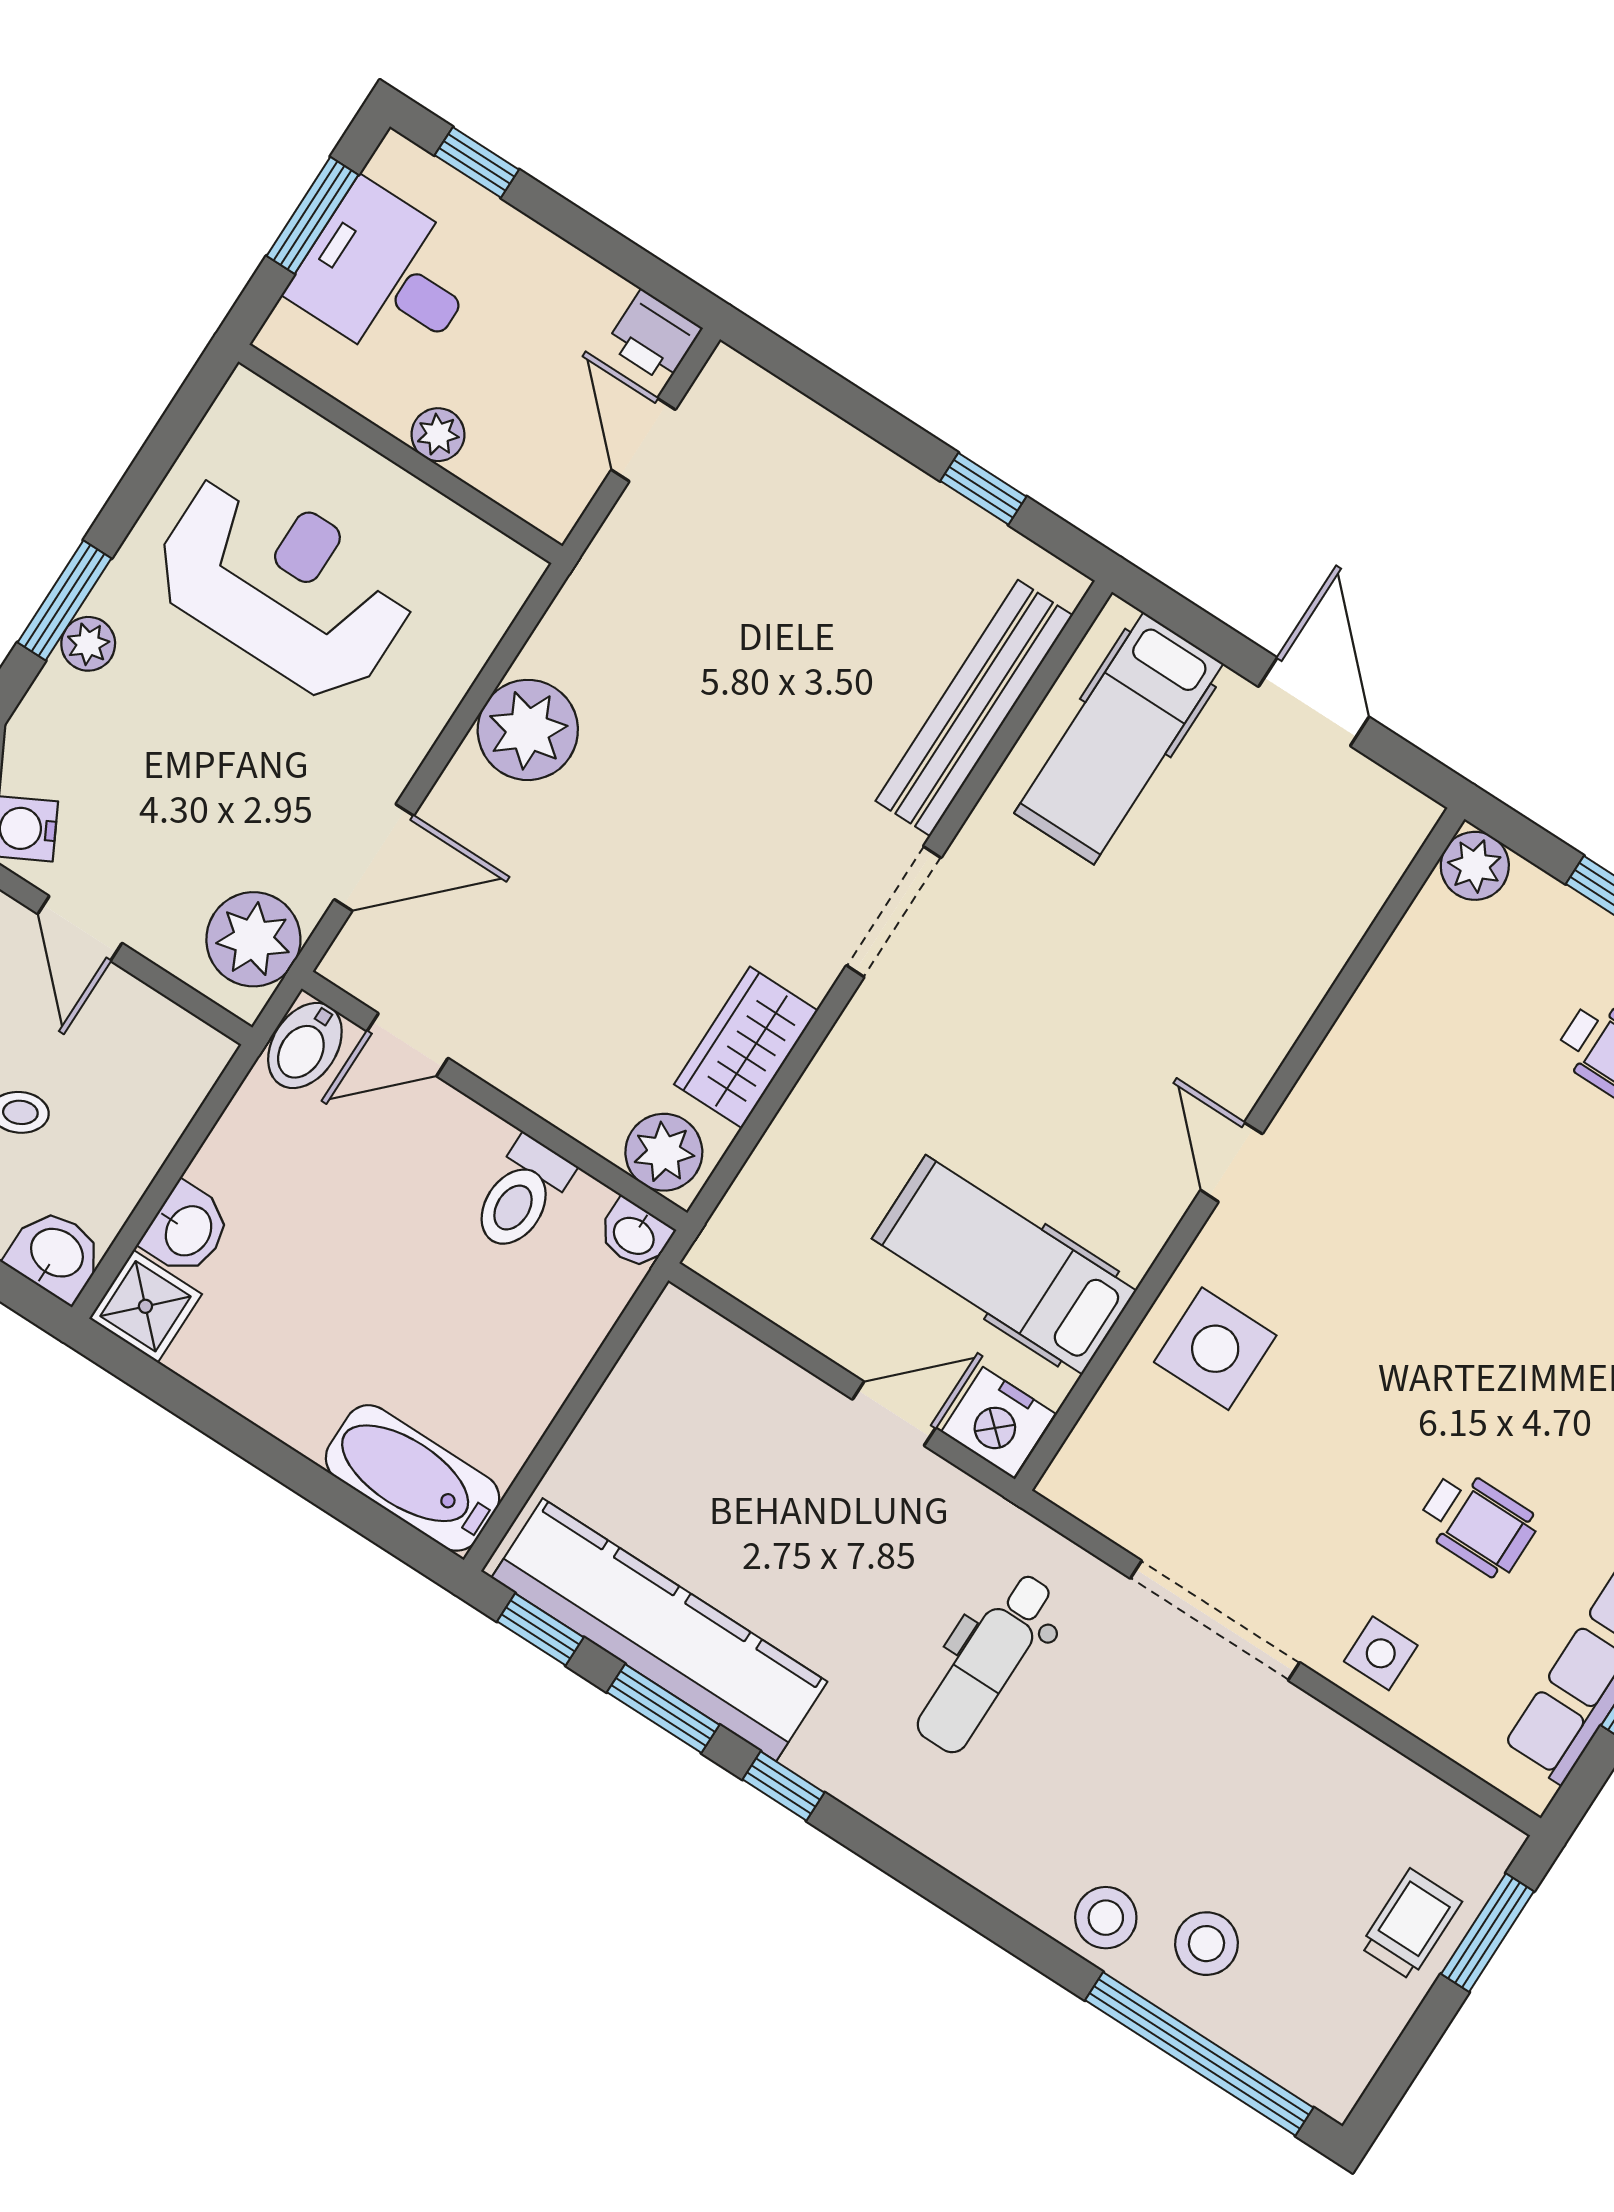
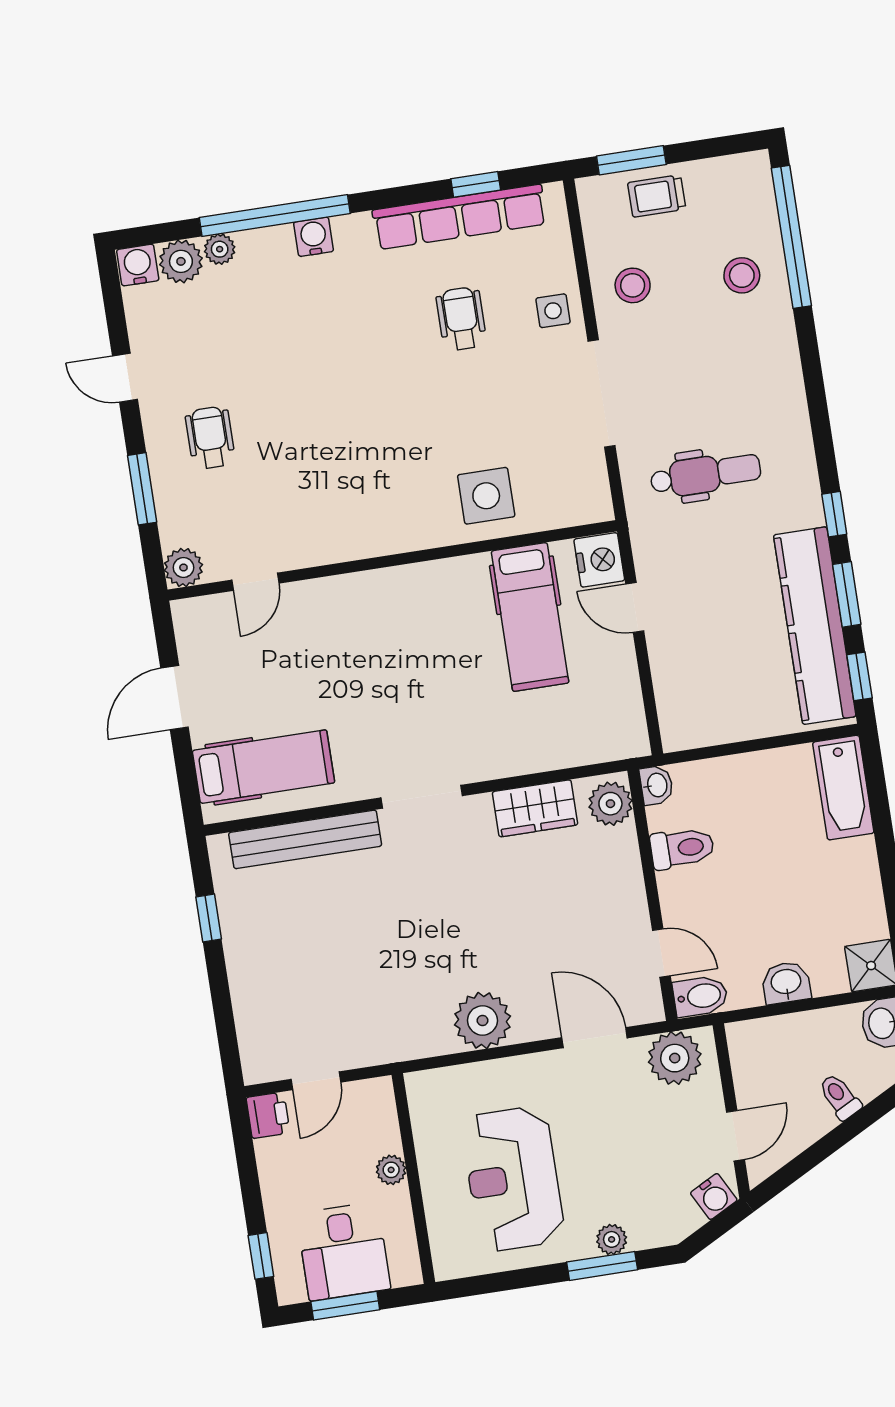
door: (1231, 1162) -> (255, 582), moved
washbasin: (187, 1230) -> (786, 983), moved
stool: (1106, 1918) -> (633, 285), moved

